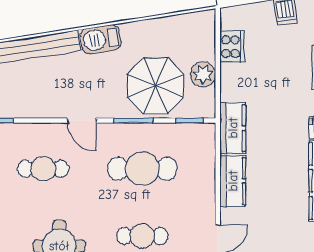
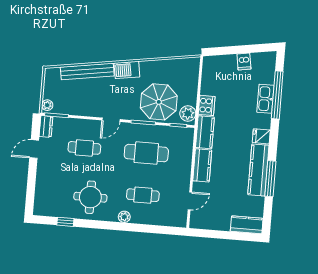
cooker: (232, 47) -> (207, 105), moved
plant: (203, 74) -> (188, 114), moved
door: (82, 121) -> (111, 120), hinge flipped

